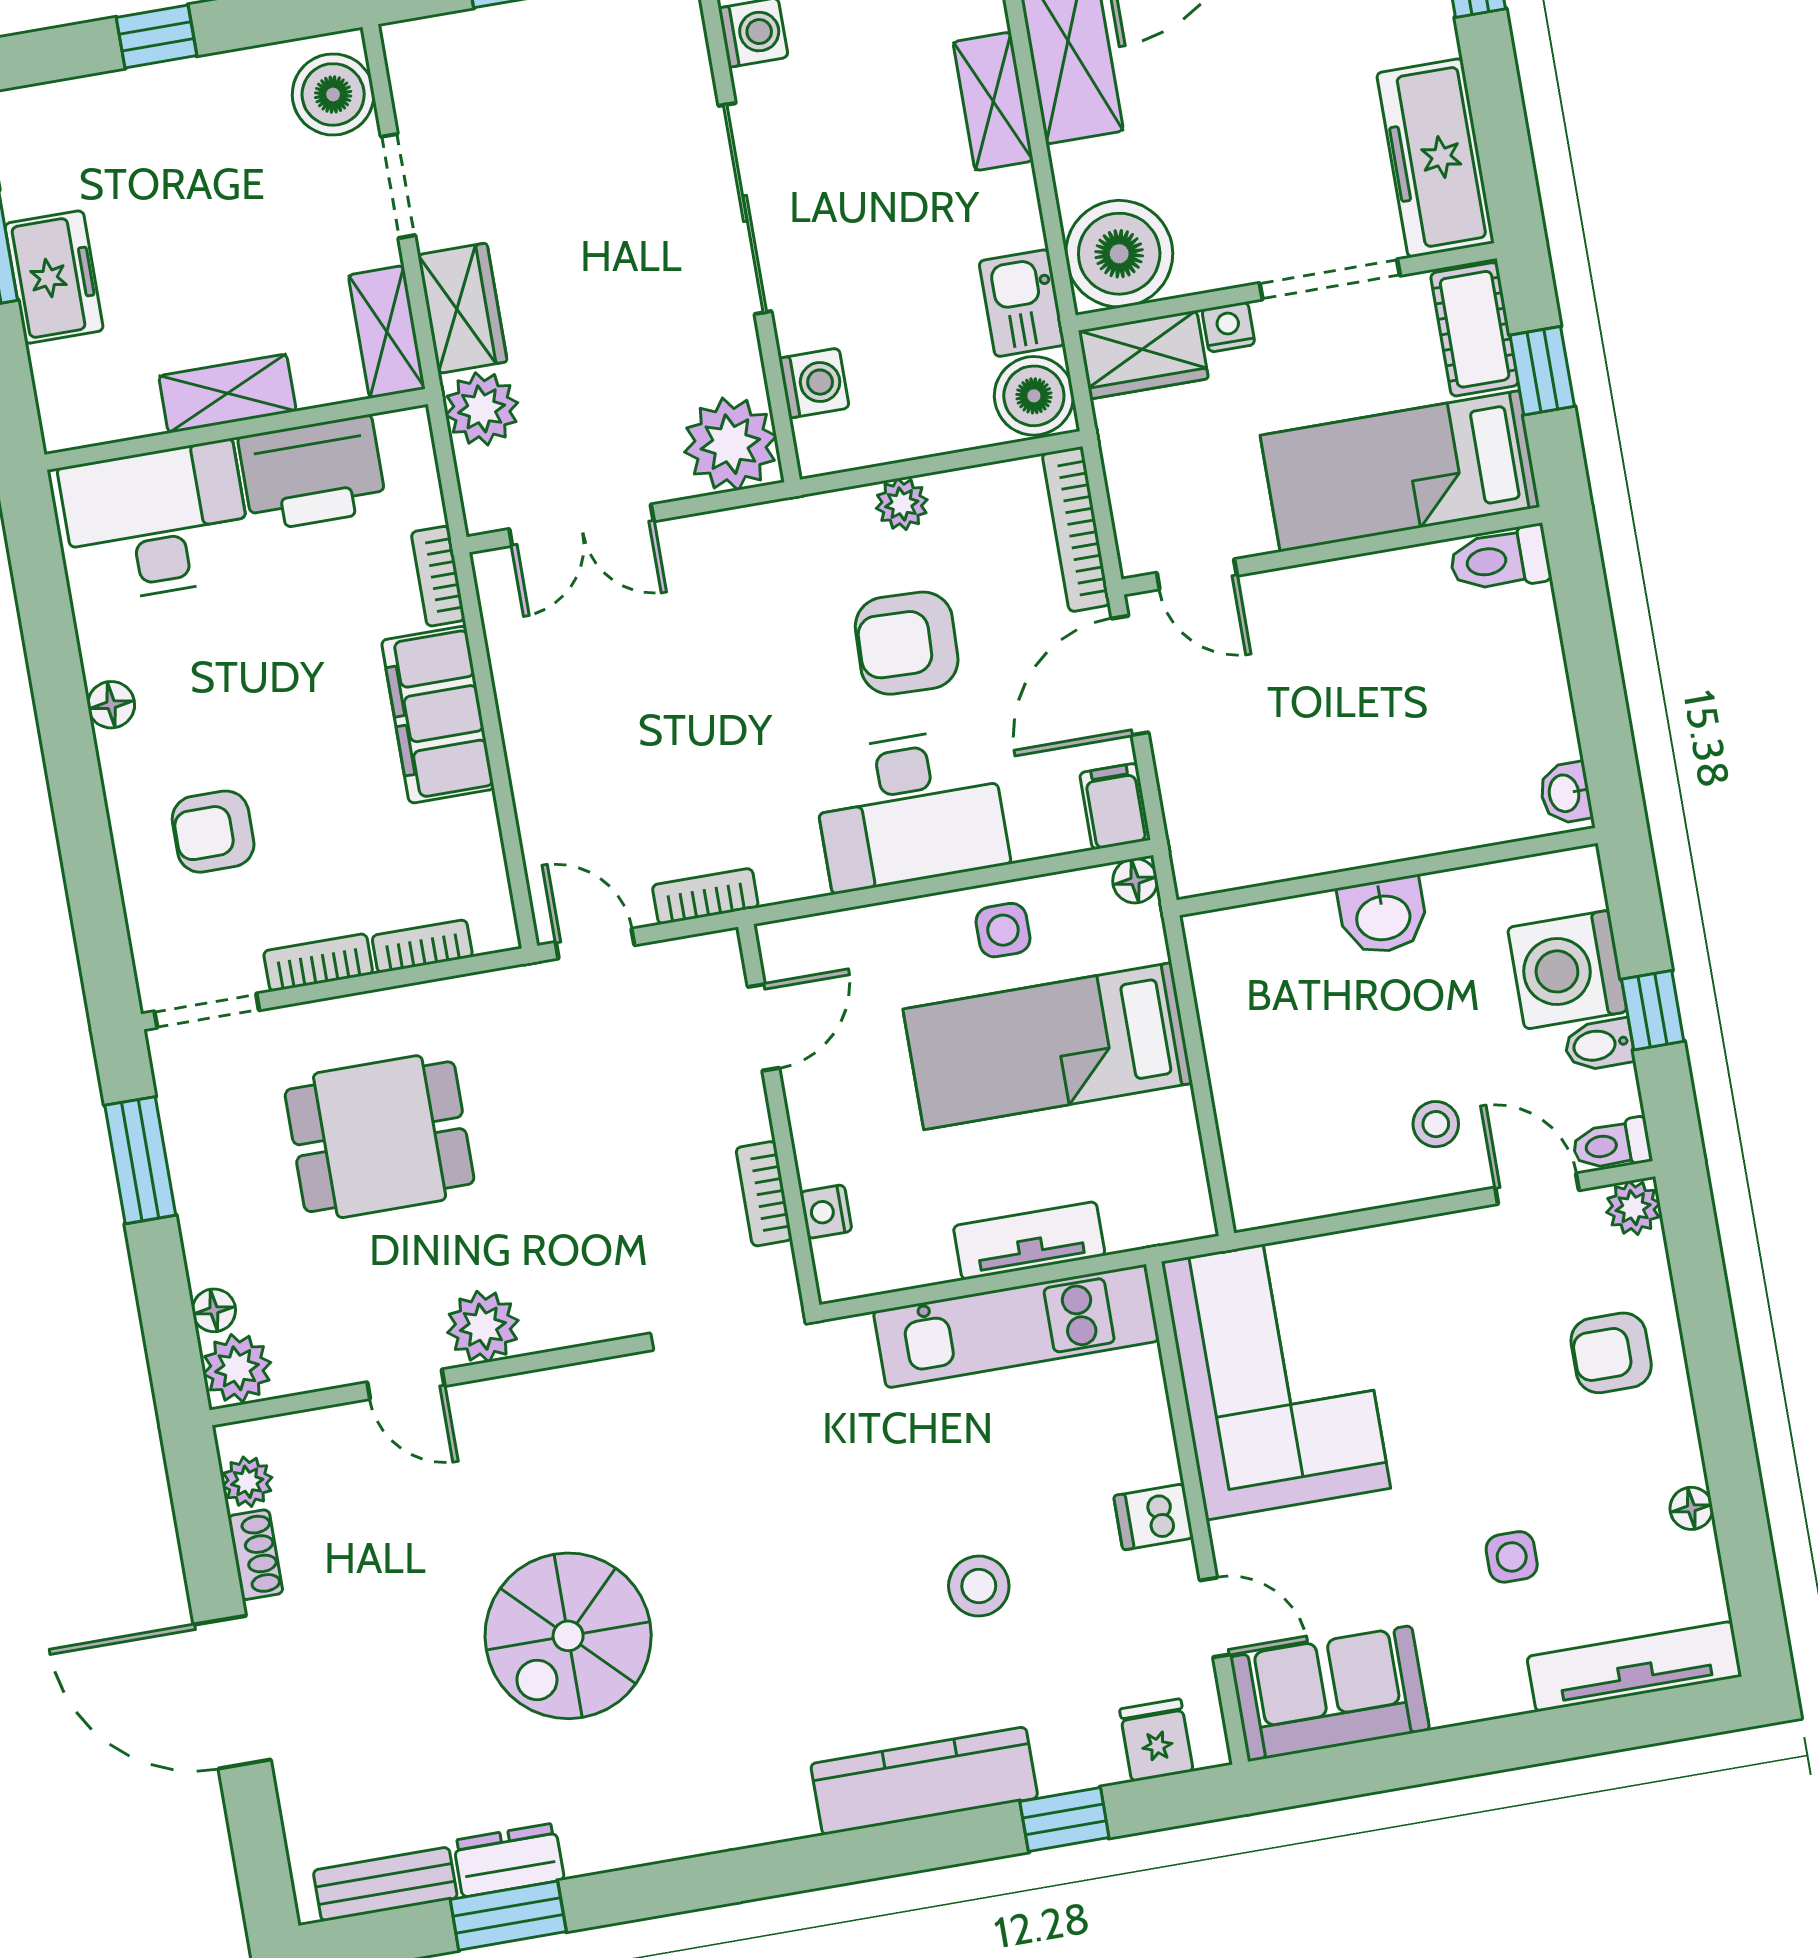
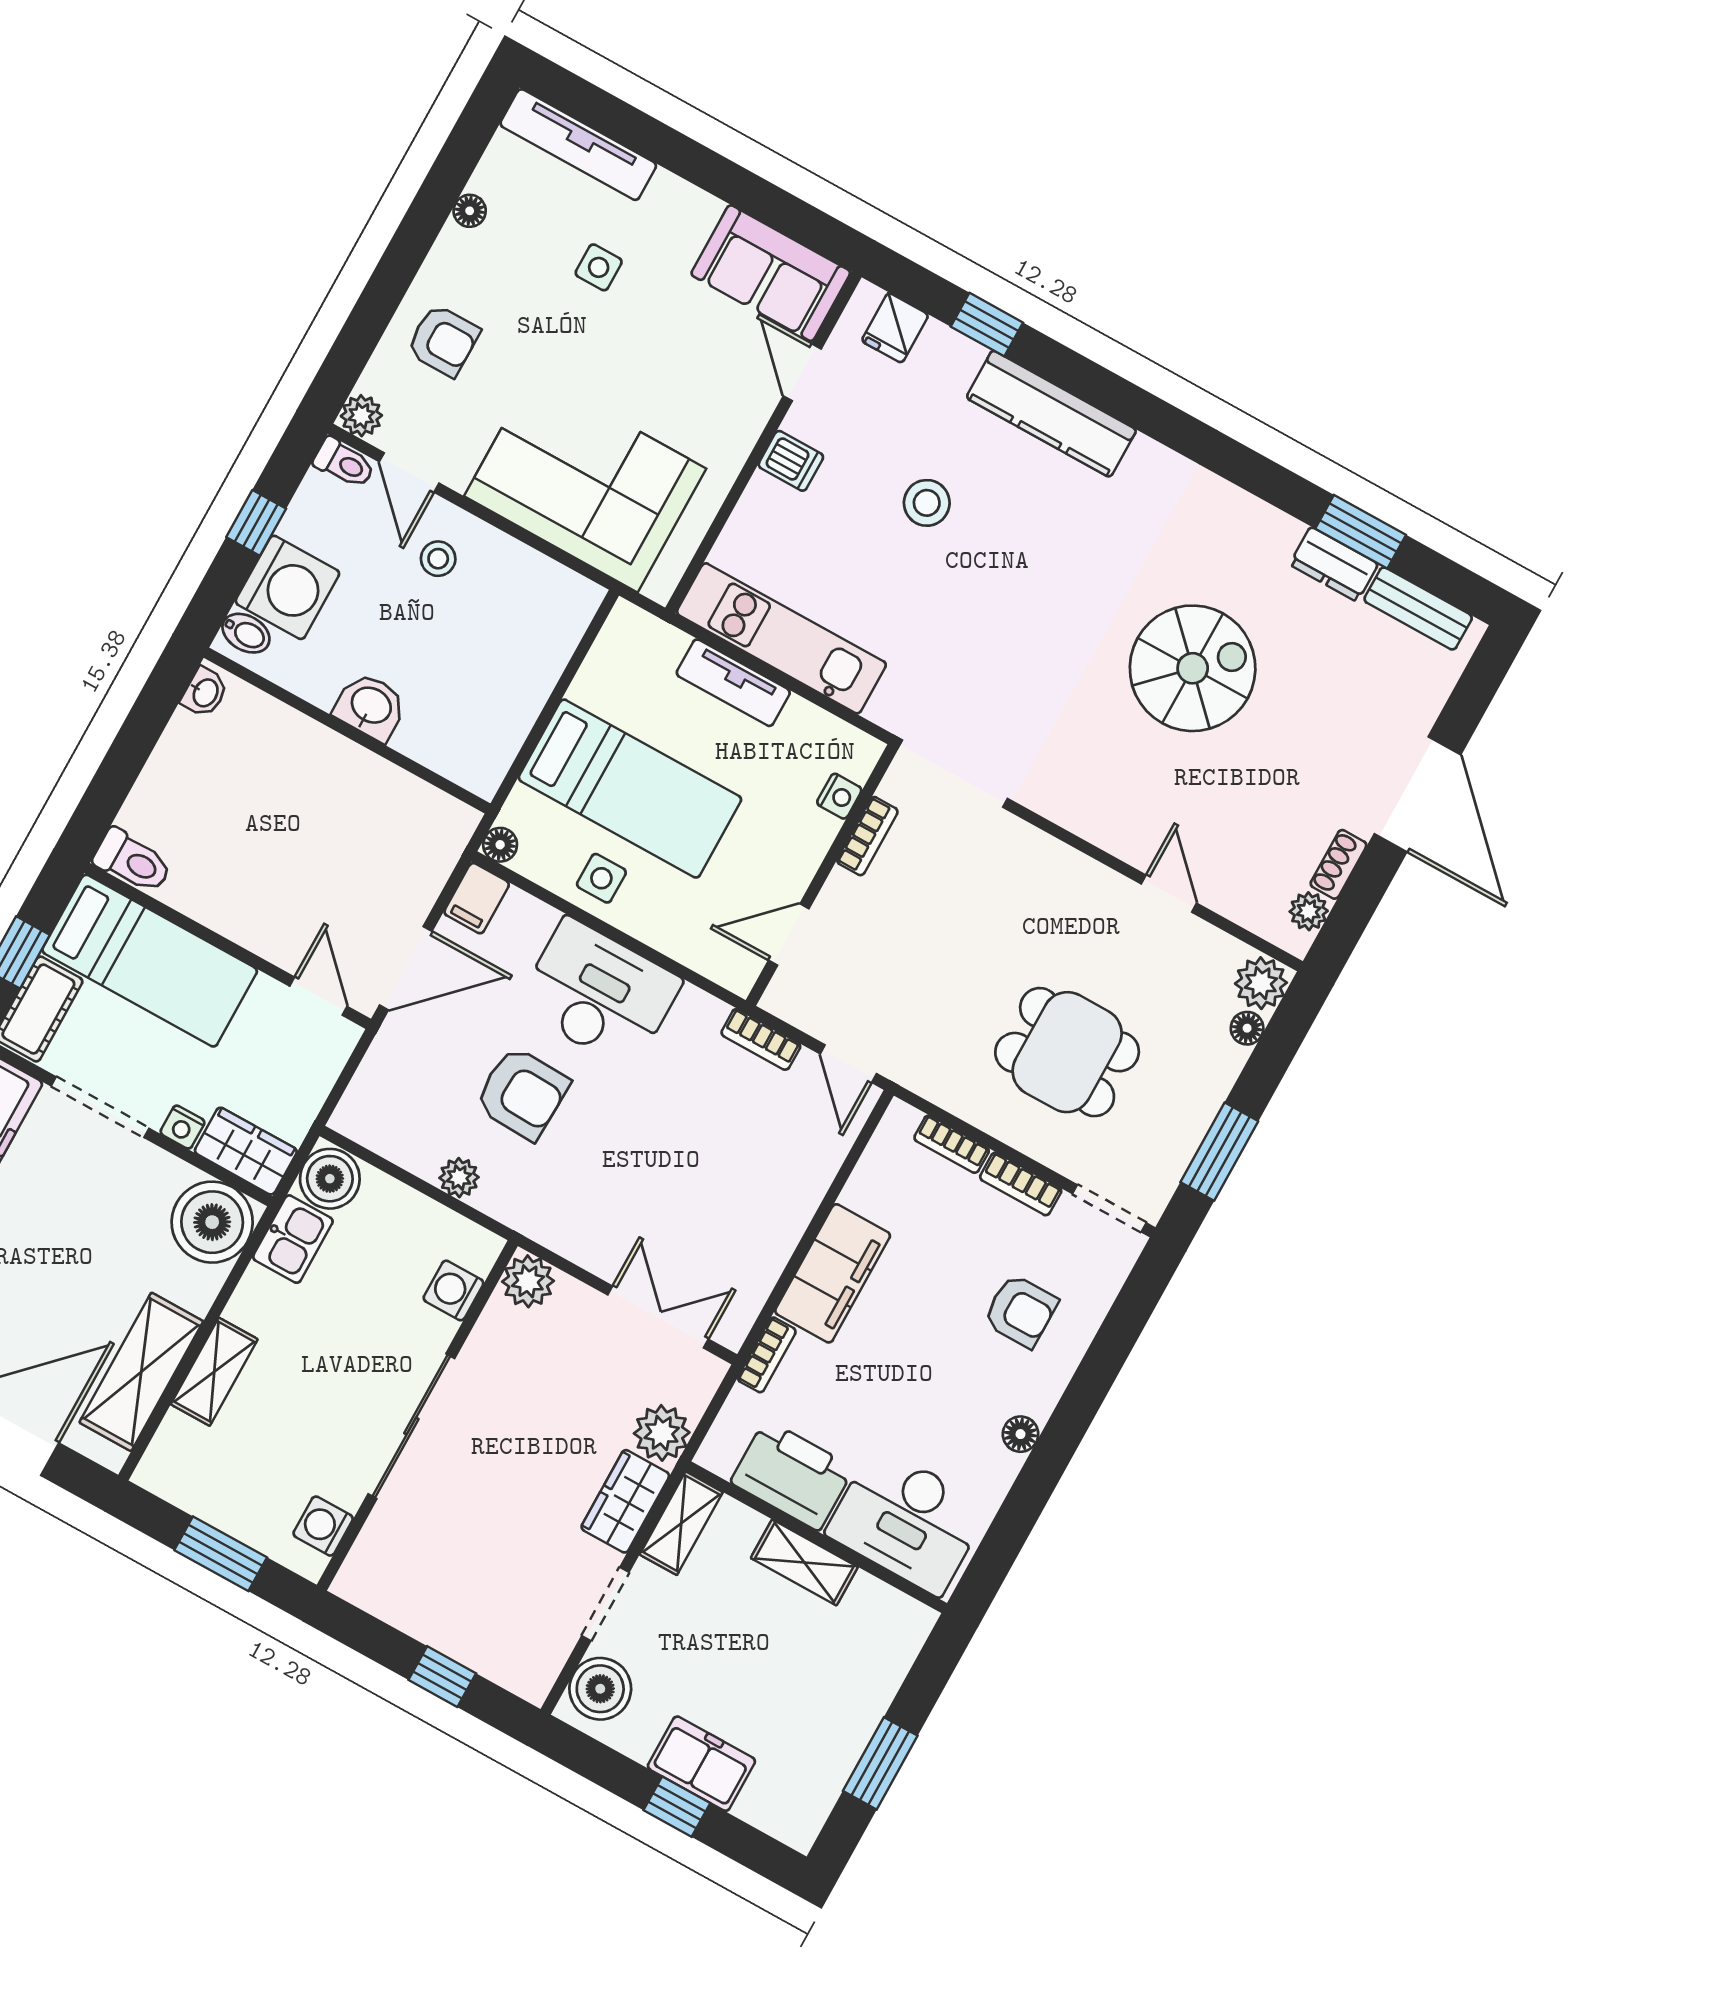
freezer: (54, 277) -> (701, 1764), moved, turned 90
plant: (730, 444) -> (528, 1281), width x0.73, depth x0.73
bookcase: (1076, 529) -> (368, 1080), removed
bidet: (1599, 1045) -> (246, 633), moved
plant: (483, 1327) -> (1096, 891), removed
corner sofa: (1276, 1375) -> (585, 482), moved, turned 90

